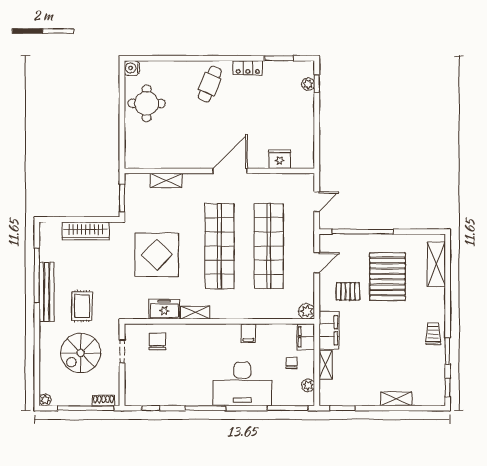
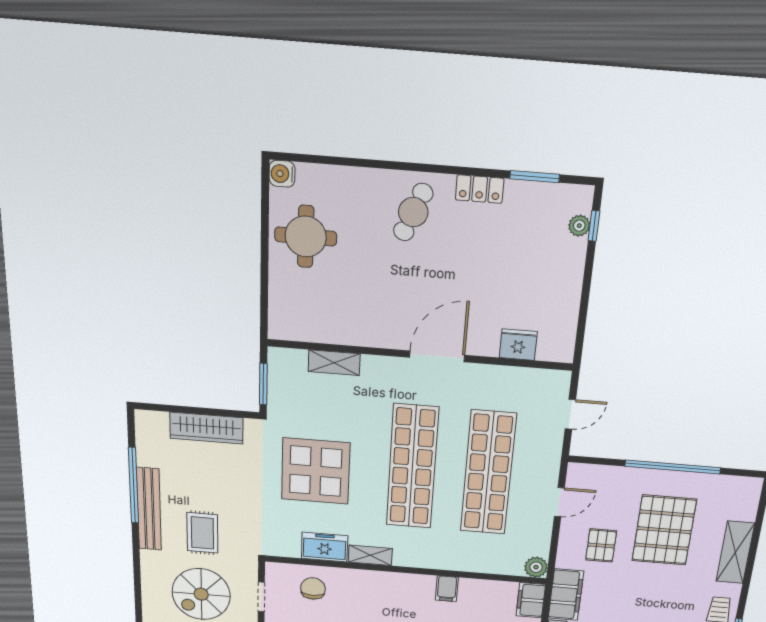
window: (363, 232) -> (673, 467), moved
shelving: (436, 264) -> (735, 552), moved
pallet: (348, 291) -> (601, 545), turned 90

